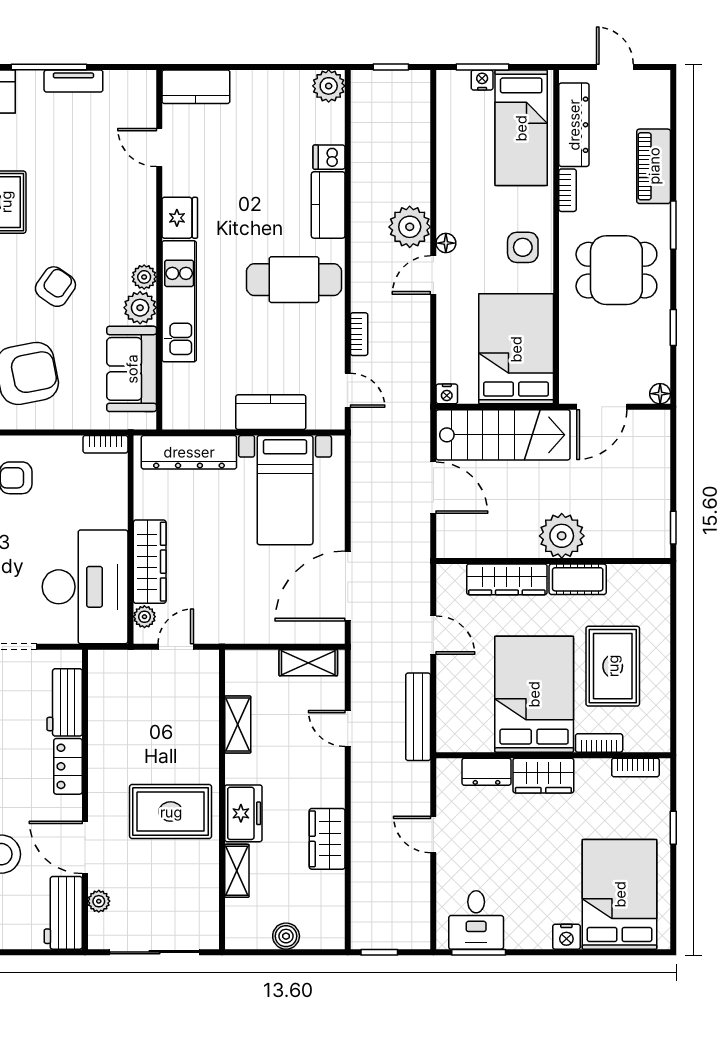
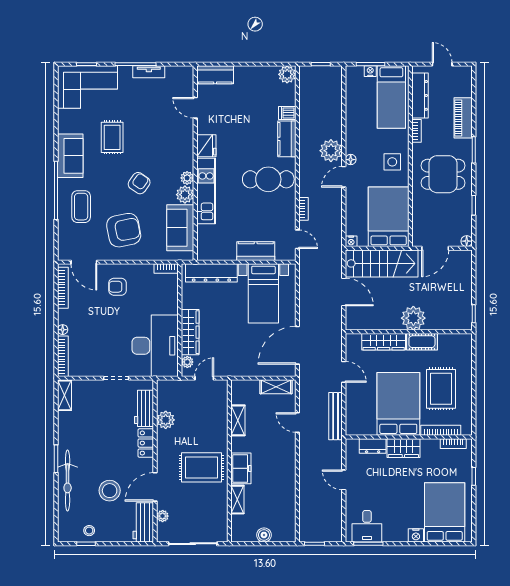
plant: (104, 724) -> (166, 420), added
bookcase: (599, 743) -> (441, 430), width x1.56
wardrobe: (327, 839) -> (286, 482), removed
door: (85, 847) -> (155, 487), hinge flipped

